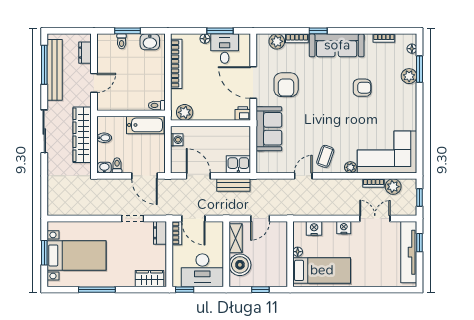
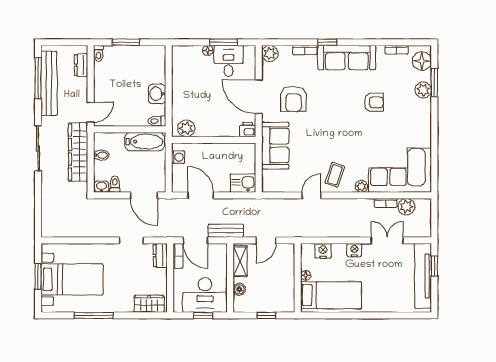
toilet: (122, 41) -> (99, 53), moved
plant: (277, 41) -> (270, 53), moved
washbasin: (150, 42) -> (157, 94), moved, turned 90
floor lamp: (412, 49) -> (422, 61), width x1.89, depth x1.89
bookcase: (176, 64) -> (178, 77), removed
door: (94, 83) -> (91, 112), moved
bench: (233, 185) -> (226, 231), moved
window: (420, 198) -> (434, 218), removed
boiler: (240, 265) -> (239, 289), width x0.54, depth x0.54
window: (185, 290) -> (203, 315), moved

